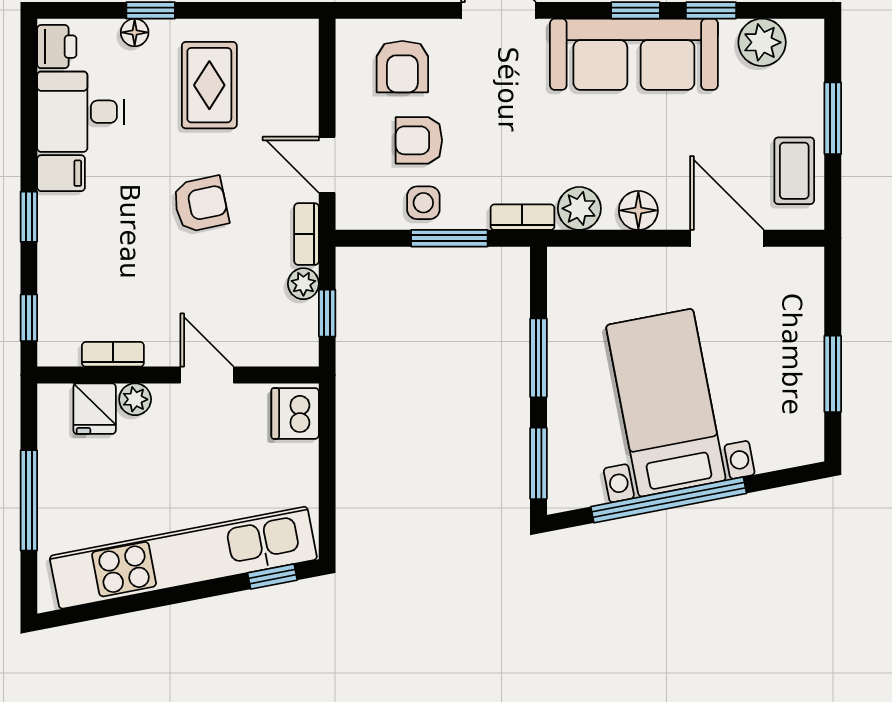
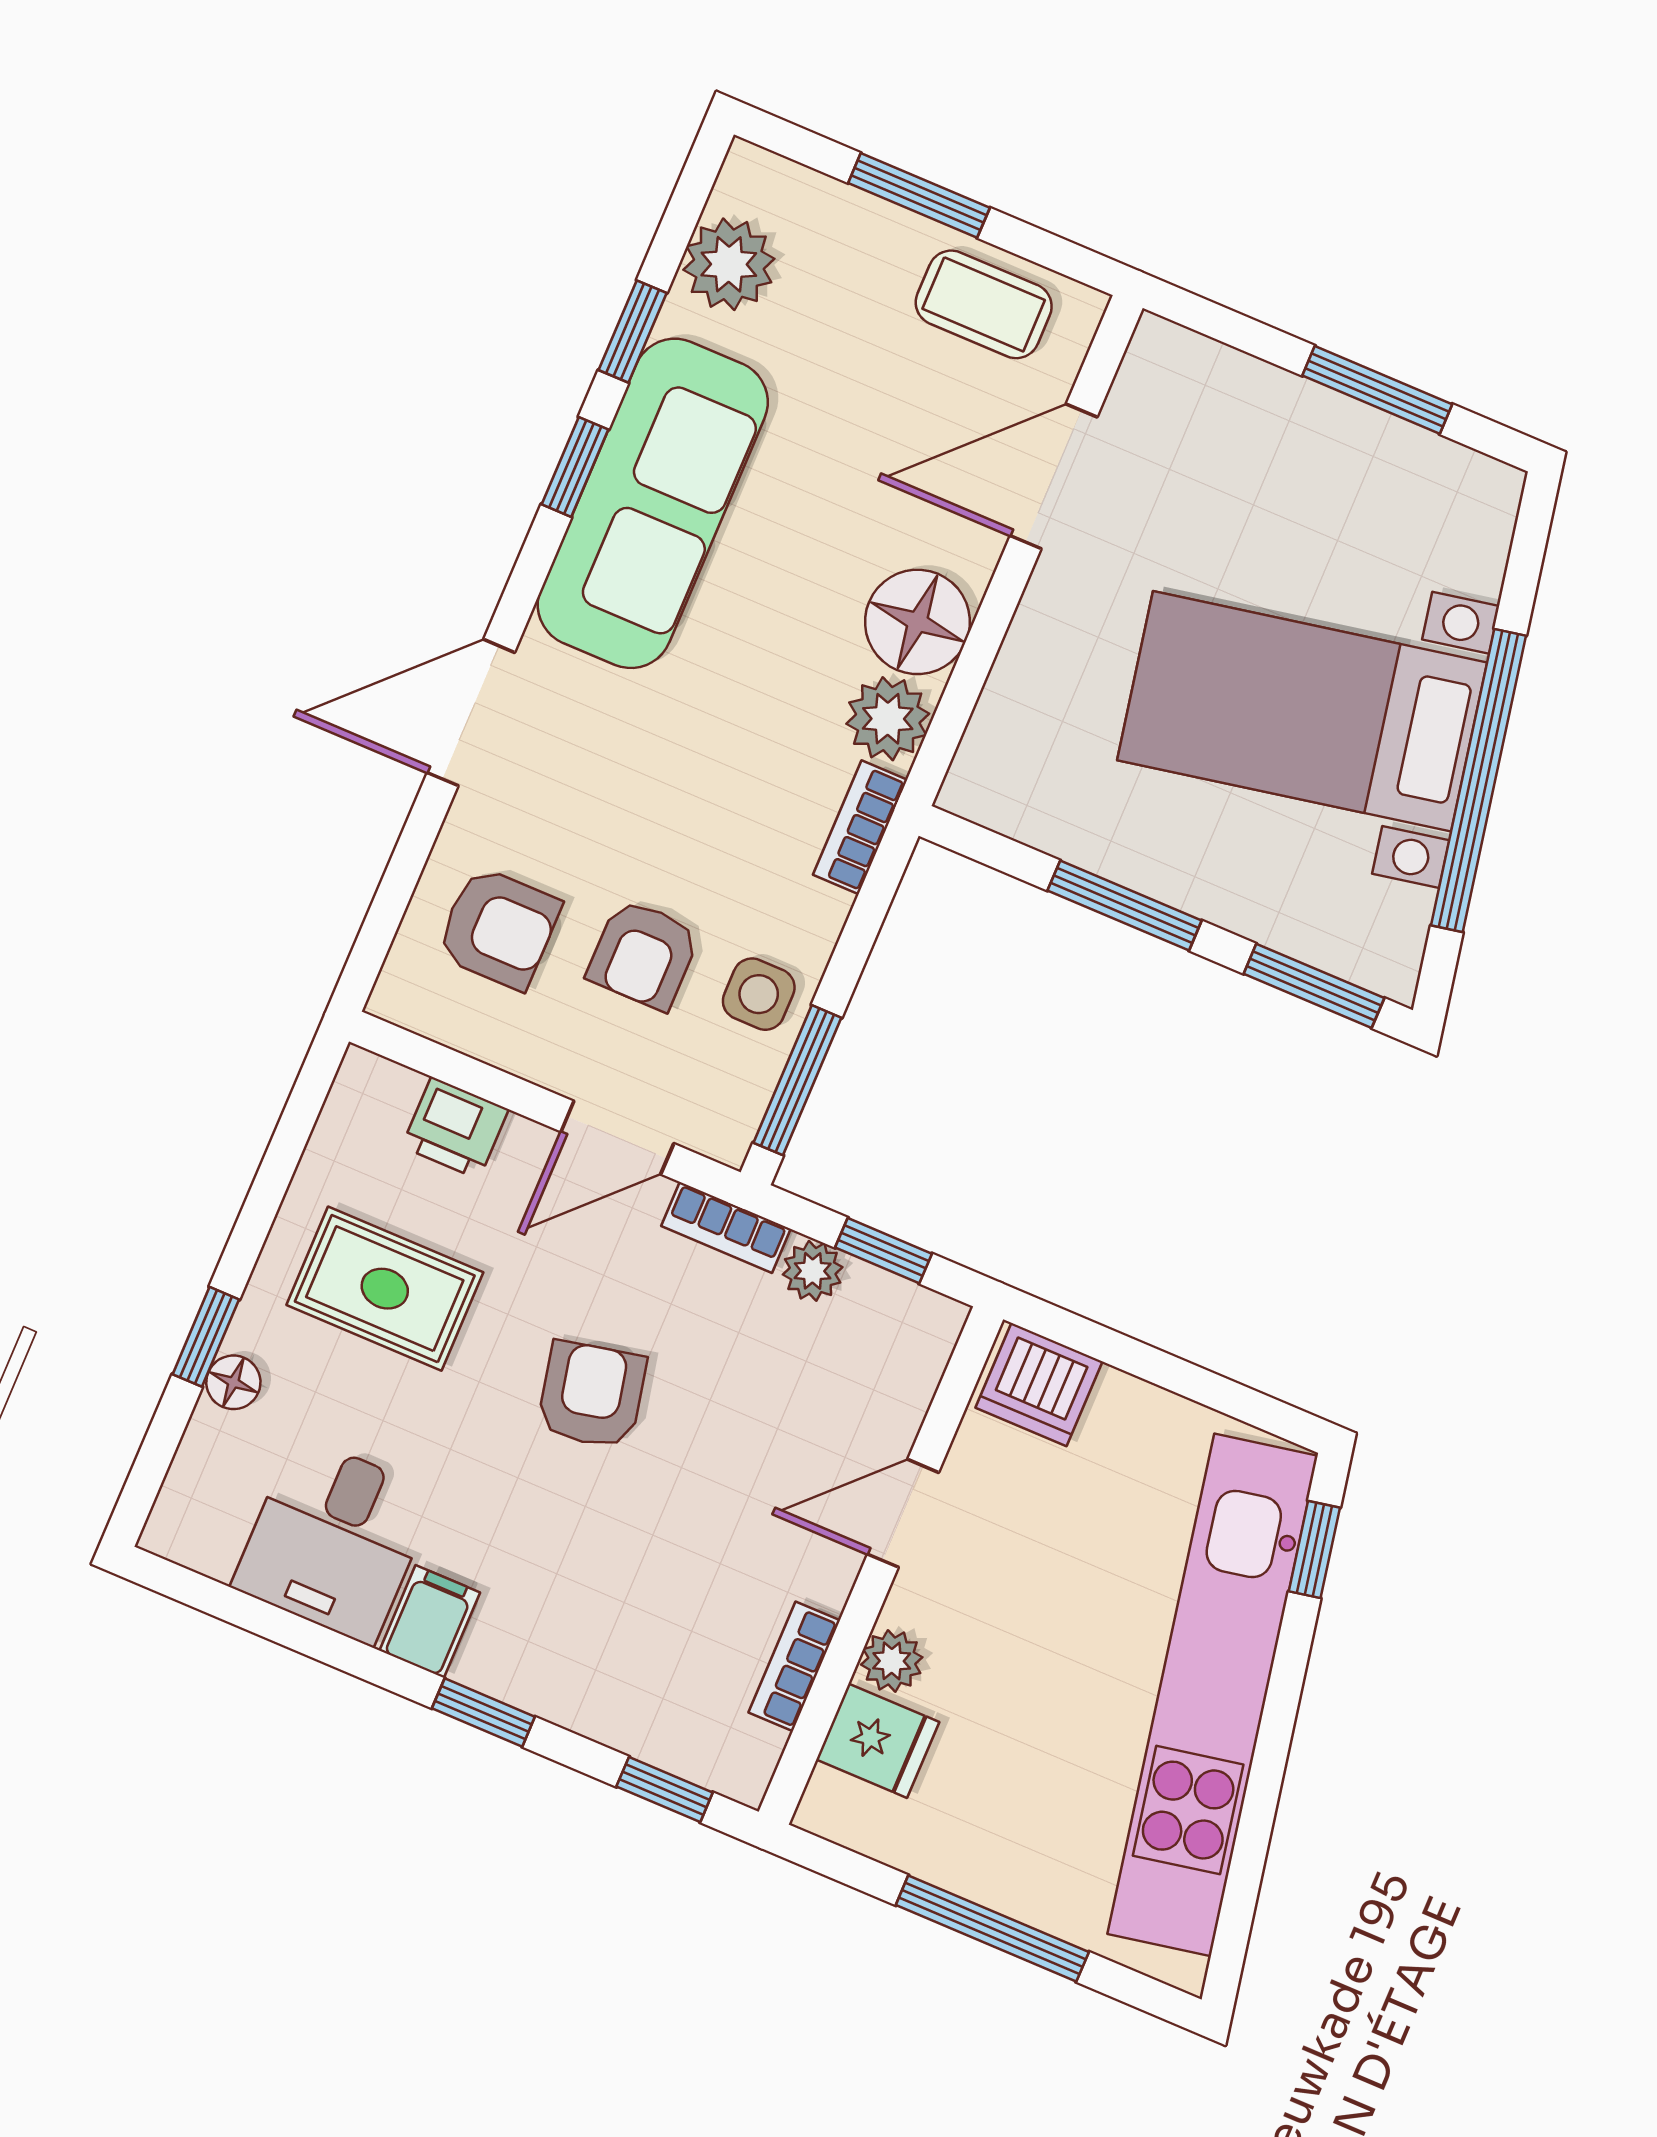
printer: (57, 47) -> (455, 1128), moved, turned 180
floor lamp: (638, 210) -> (917, 622), width x1.38, depth x1.38
window: (449, 238) -> (797, 1080), moved

